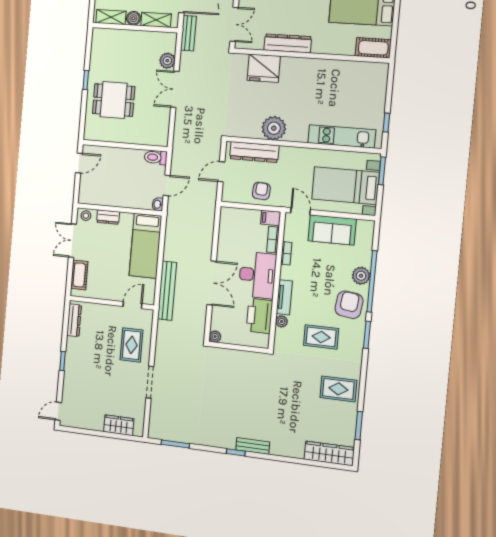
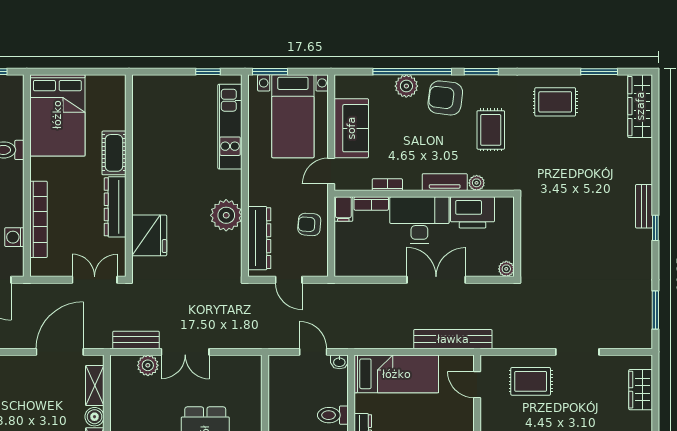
bench: (188, 33) -> (136, 340), moved
cot: (373, 48) -> (114, 153), moved
toilet: (156, 157) -> (333, 415), moved, turned 90
rug: (338, 389) -> (555, 102), turned 90

